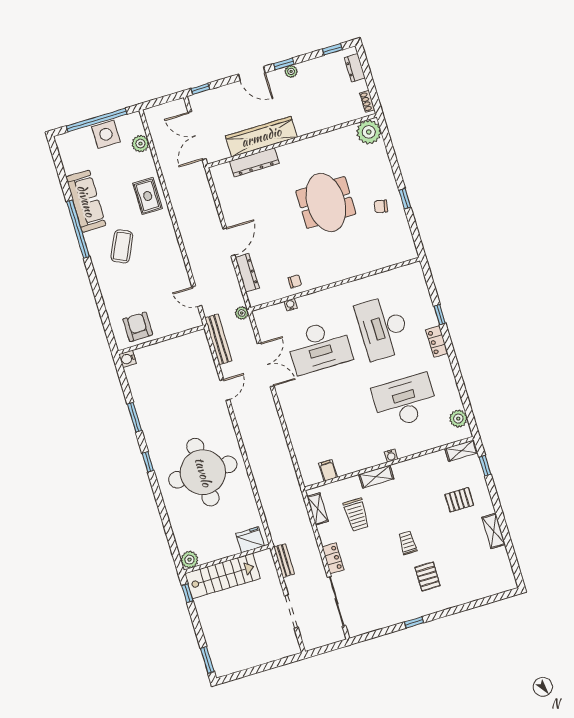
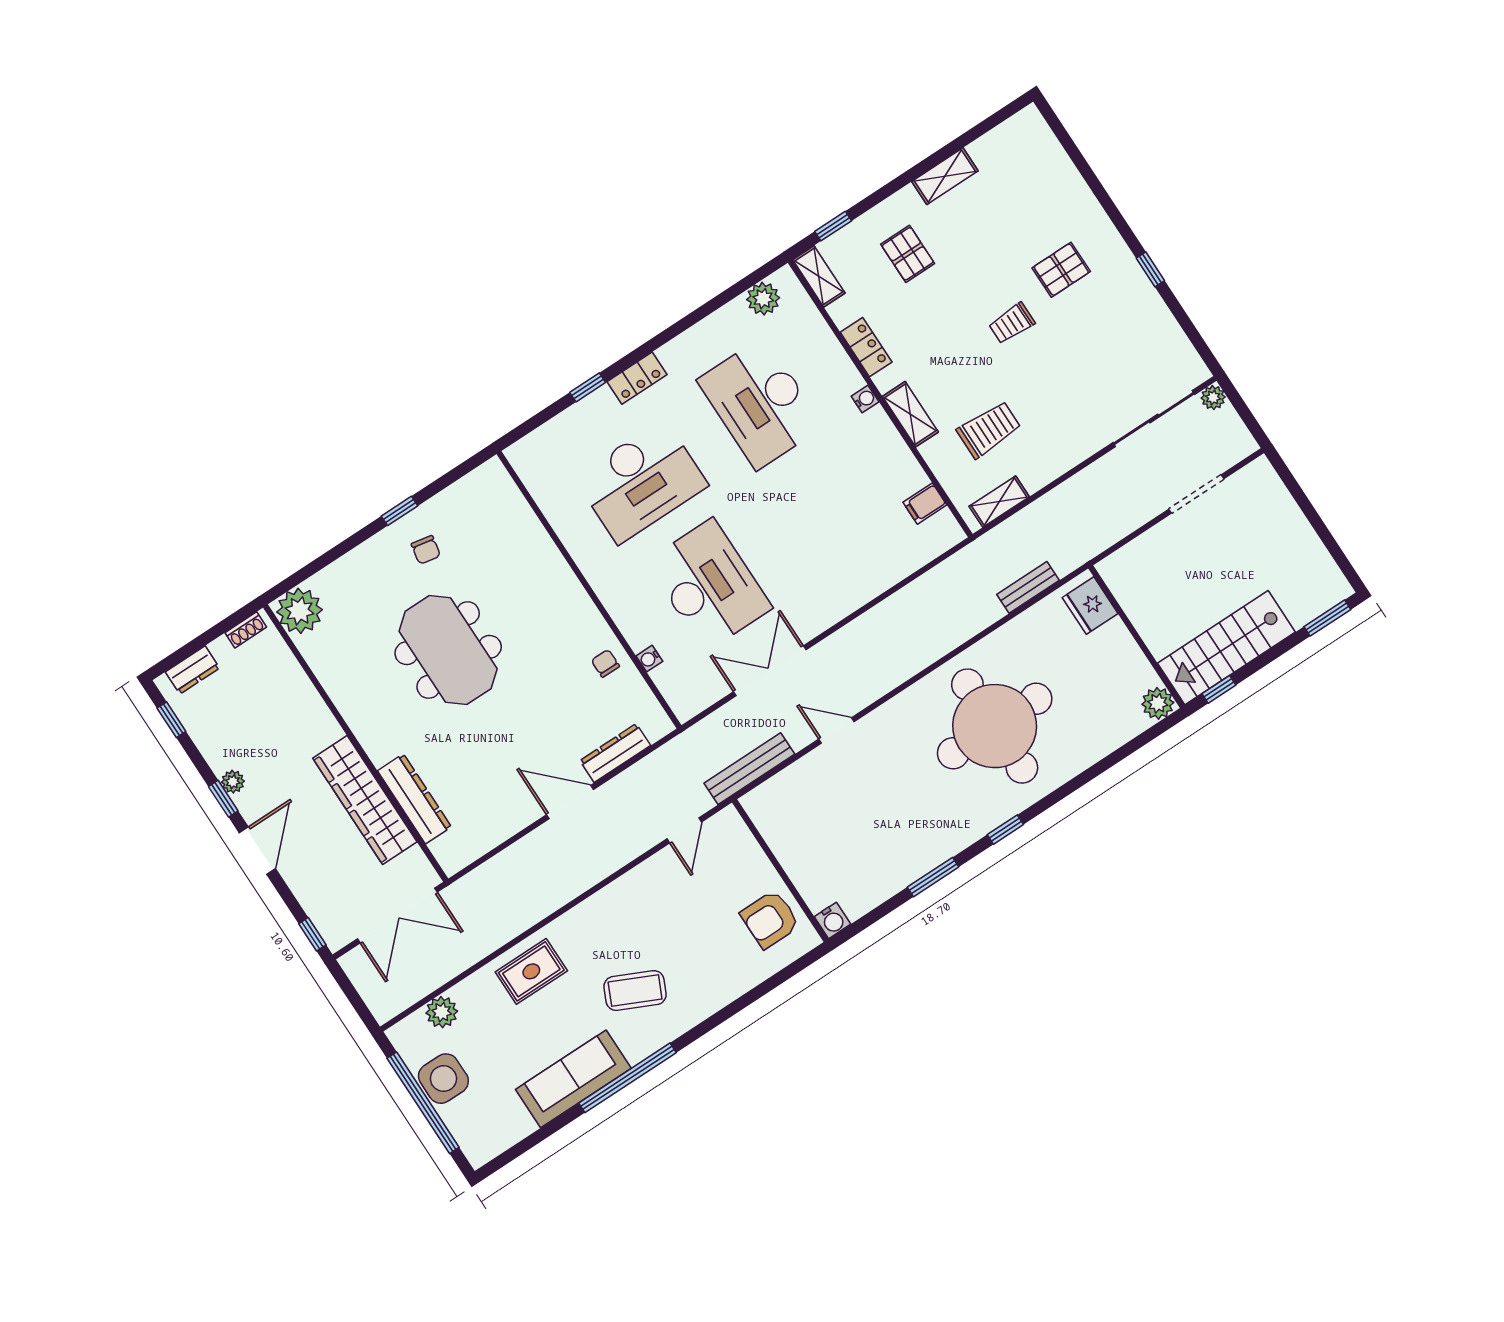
meeting table: (326, 202) -> (448, 650), turned 90
plant: (242, 313) -> (1213, 398), moved
locker: (333, 558) -> (866, 347), moved, turned 90
bench: (284, 561) -> (1028, 587), moved
stairs: (222, 576) -> (1226, 648), moved, turned -90

